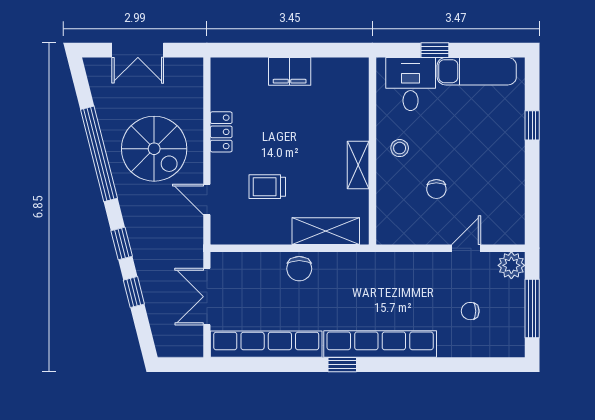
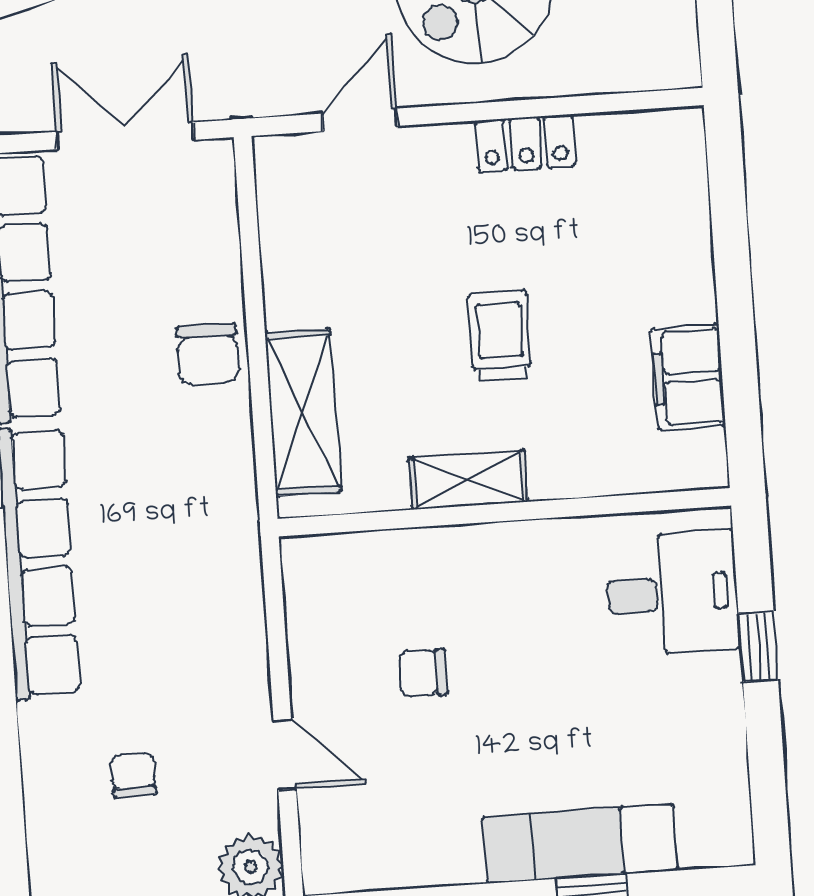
filing cabinet: (290, 71) -> (688, 377), moved
exam couch: (477, 71) -> (580, 844), moved, turned 90
stool: (400, 148) -> (516, 577), removed
trolley: (267, 187) -> (500, 336), moved
chair: (299, 269) -> (208, 354), turned -90

